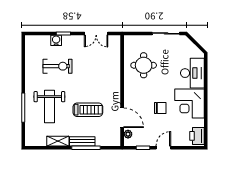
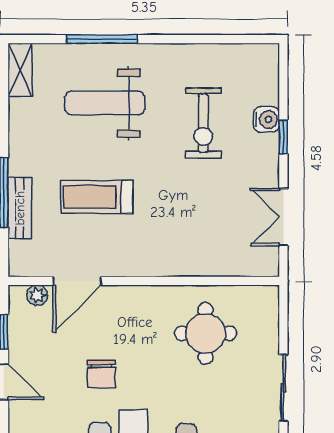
treadmill: (88, 110) -> (97, 197), turned 90
shelving: (58, 141) -> (20, 70), moved
bench: (82, 141) -> (20, 208), moved

